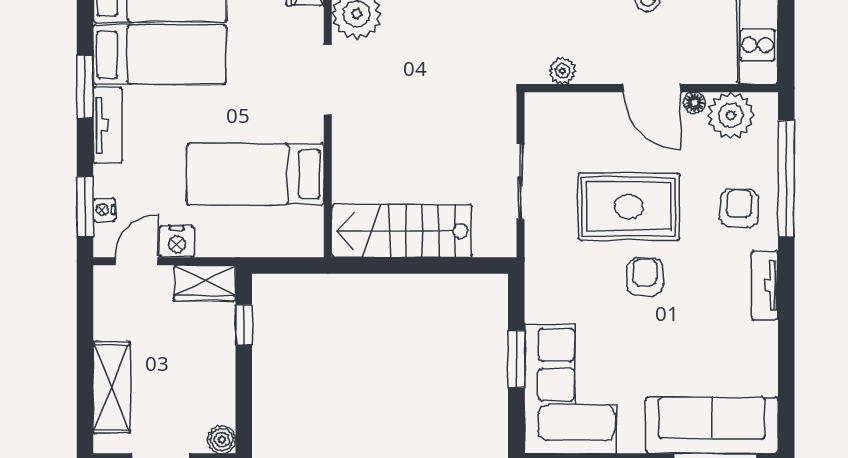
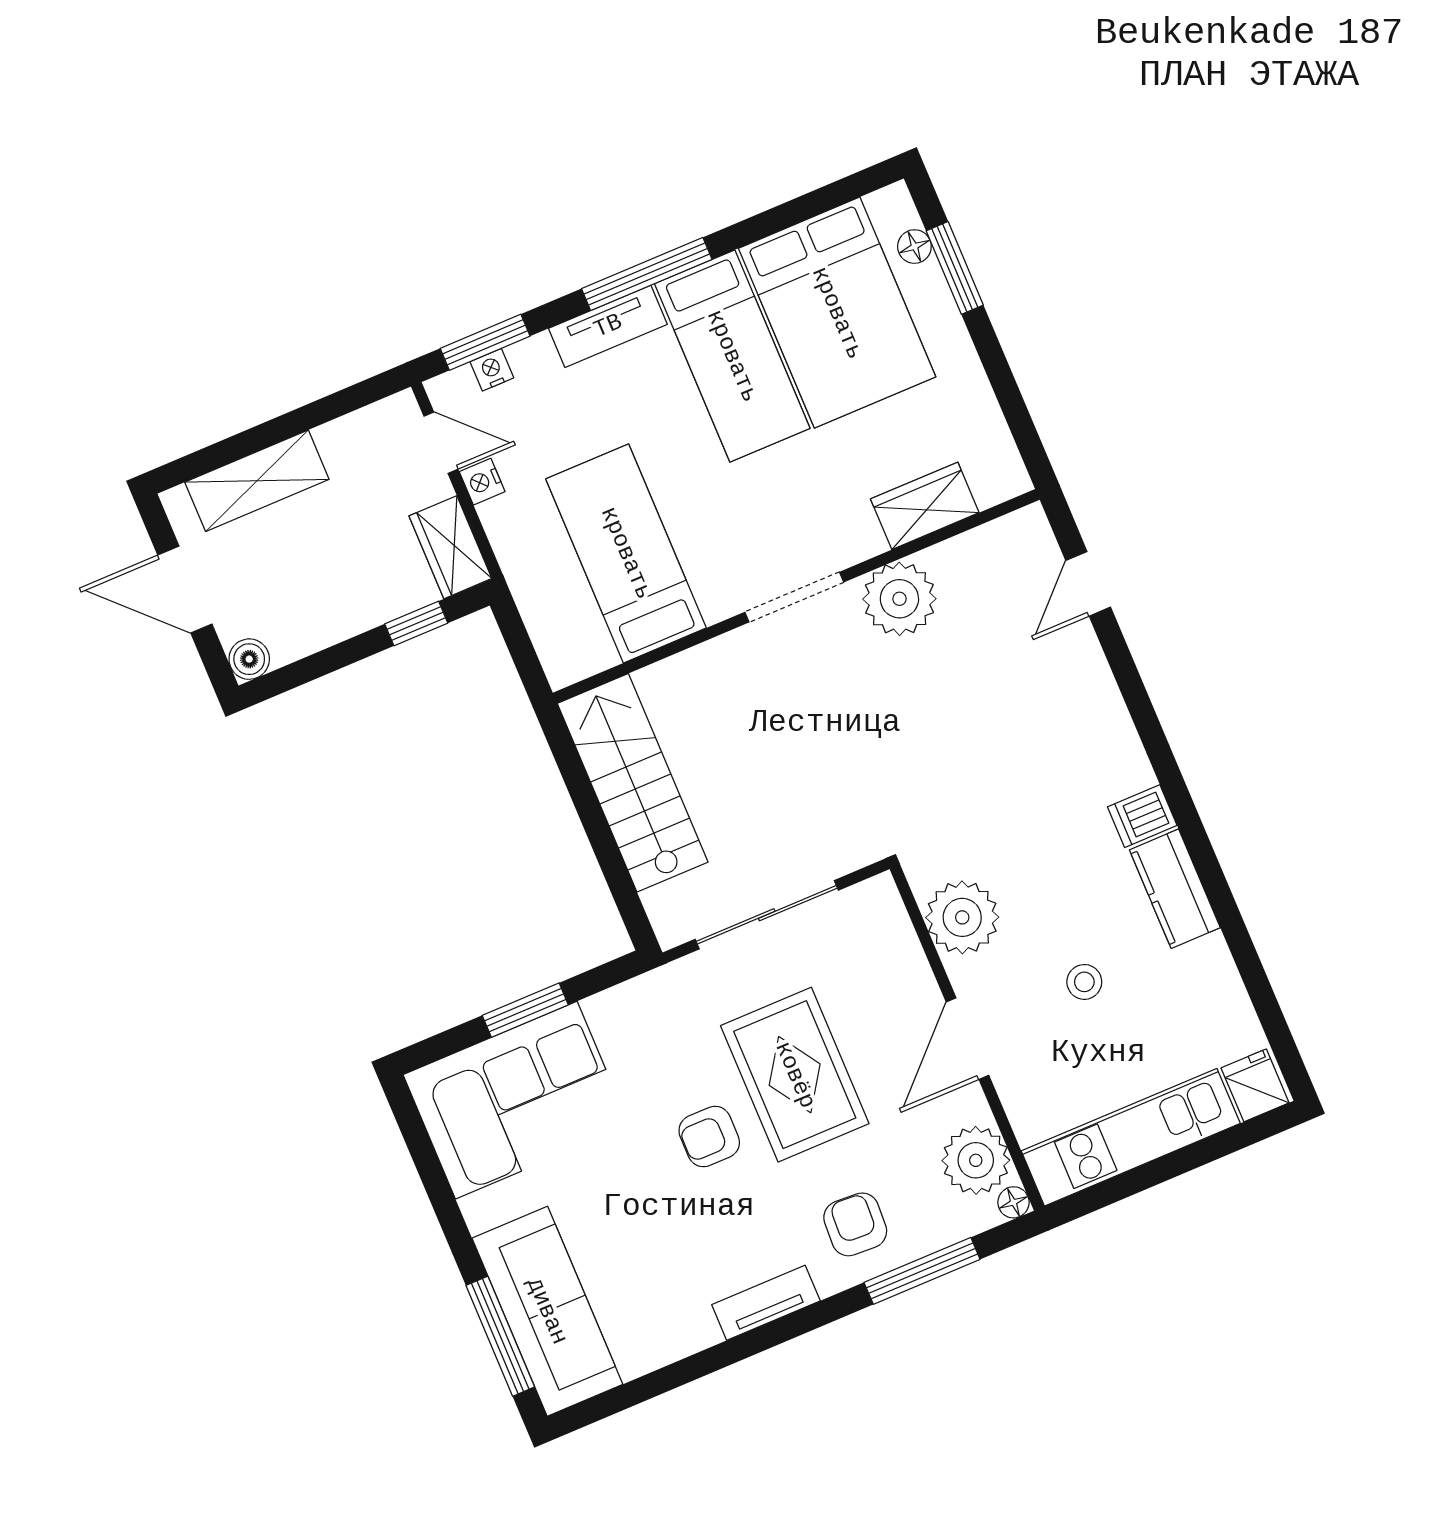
plant: (563, 71) -> (962, 917), width x1.87, depth x1.87
window: (85, 87) -> (647, 274), width x1.44
floor lamp: (694, 103) -> (1013, 1202), moved
window: (786, 179) -> (922, 1271), width x0.68
sliding door: (521, 182) -> (767, 915), width x1.37
armchair: (739, 208) -> (855, 1224), turned -89
nightstand: (177, 242) -> (482, 482), width x0.72, depth x0.74
armchair: (645, 277) -> (709, 1137), turned 180

